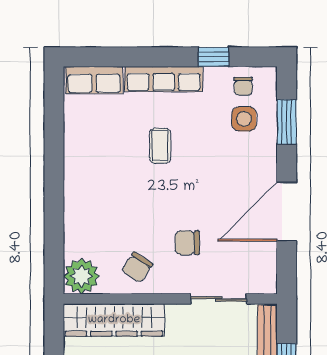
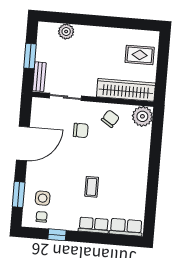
row of seats: (164, 79) -> (94, 225), width x0.68

